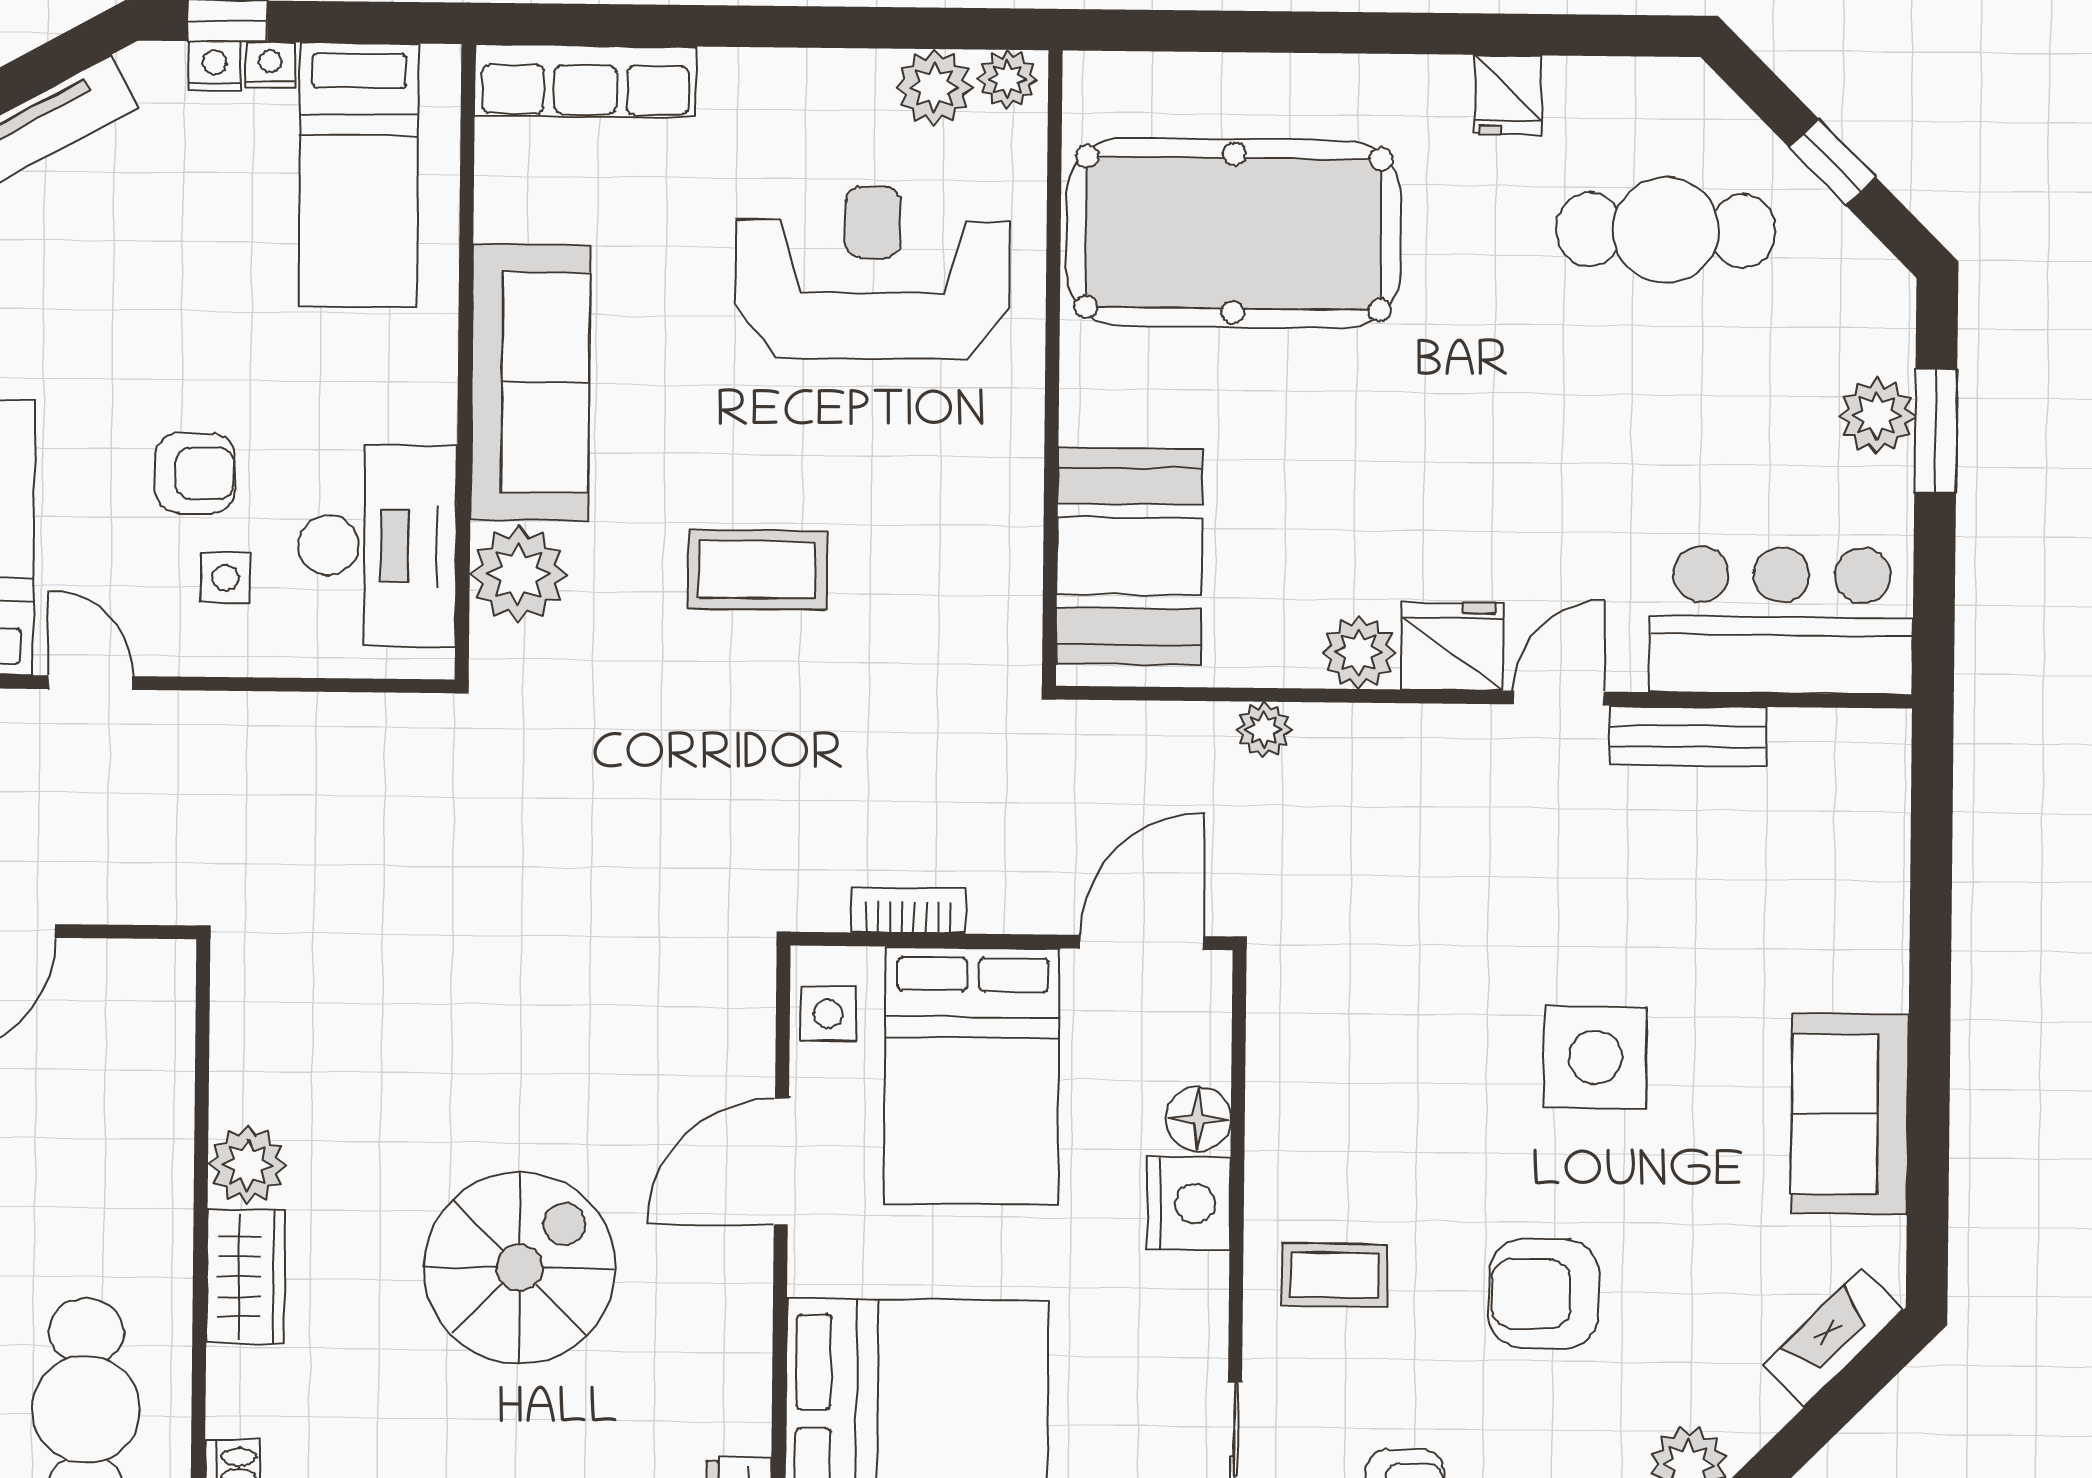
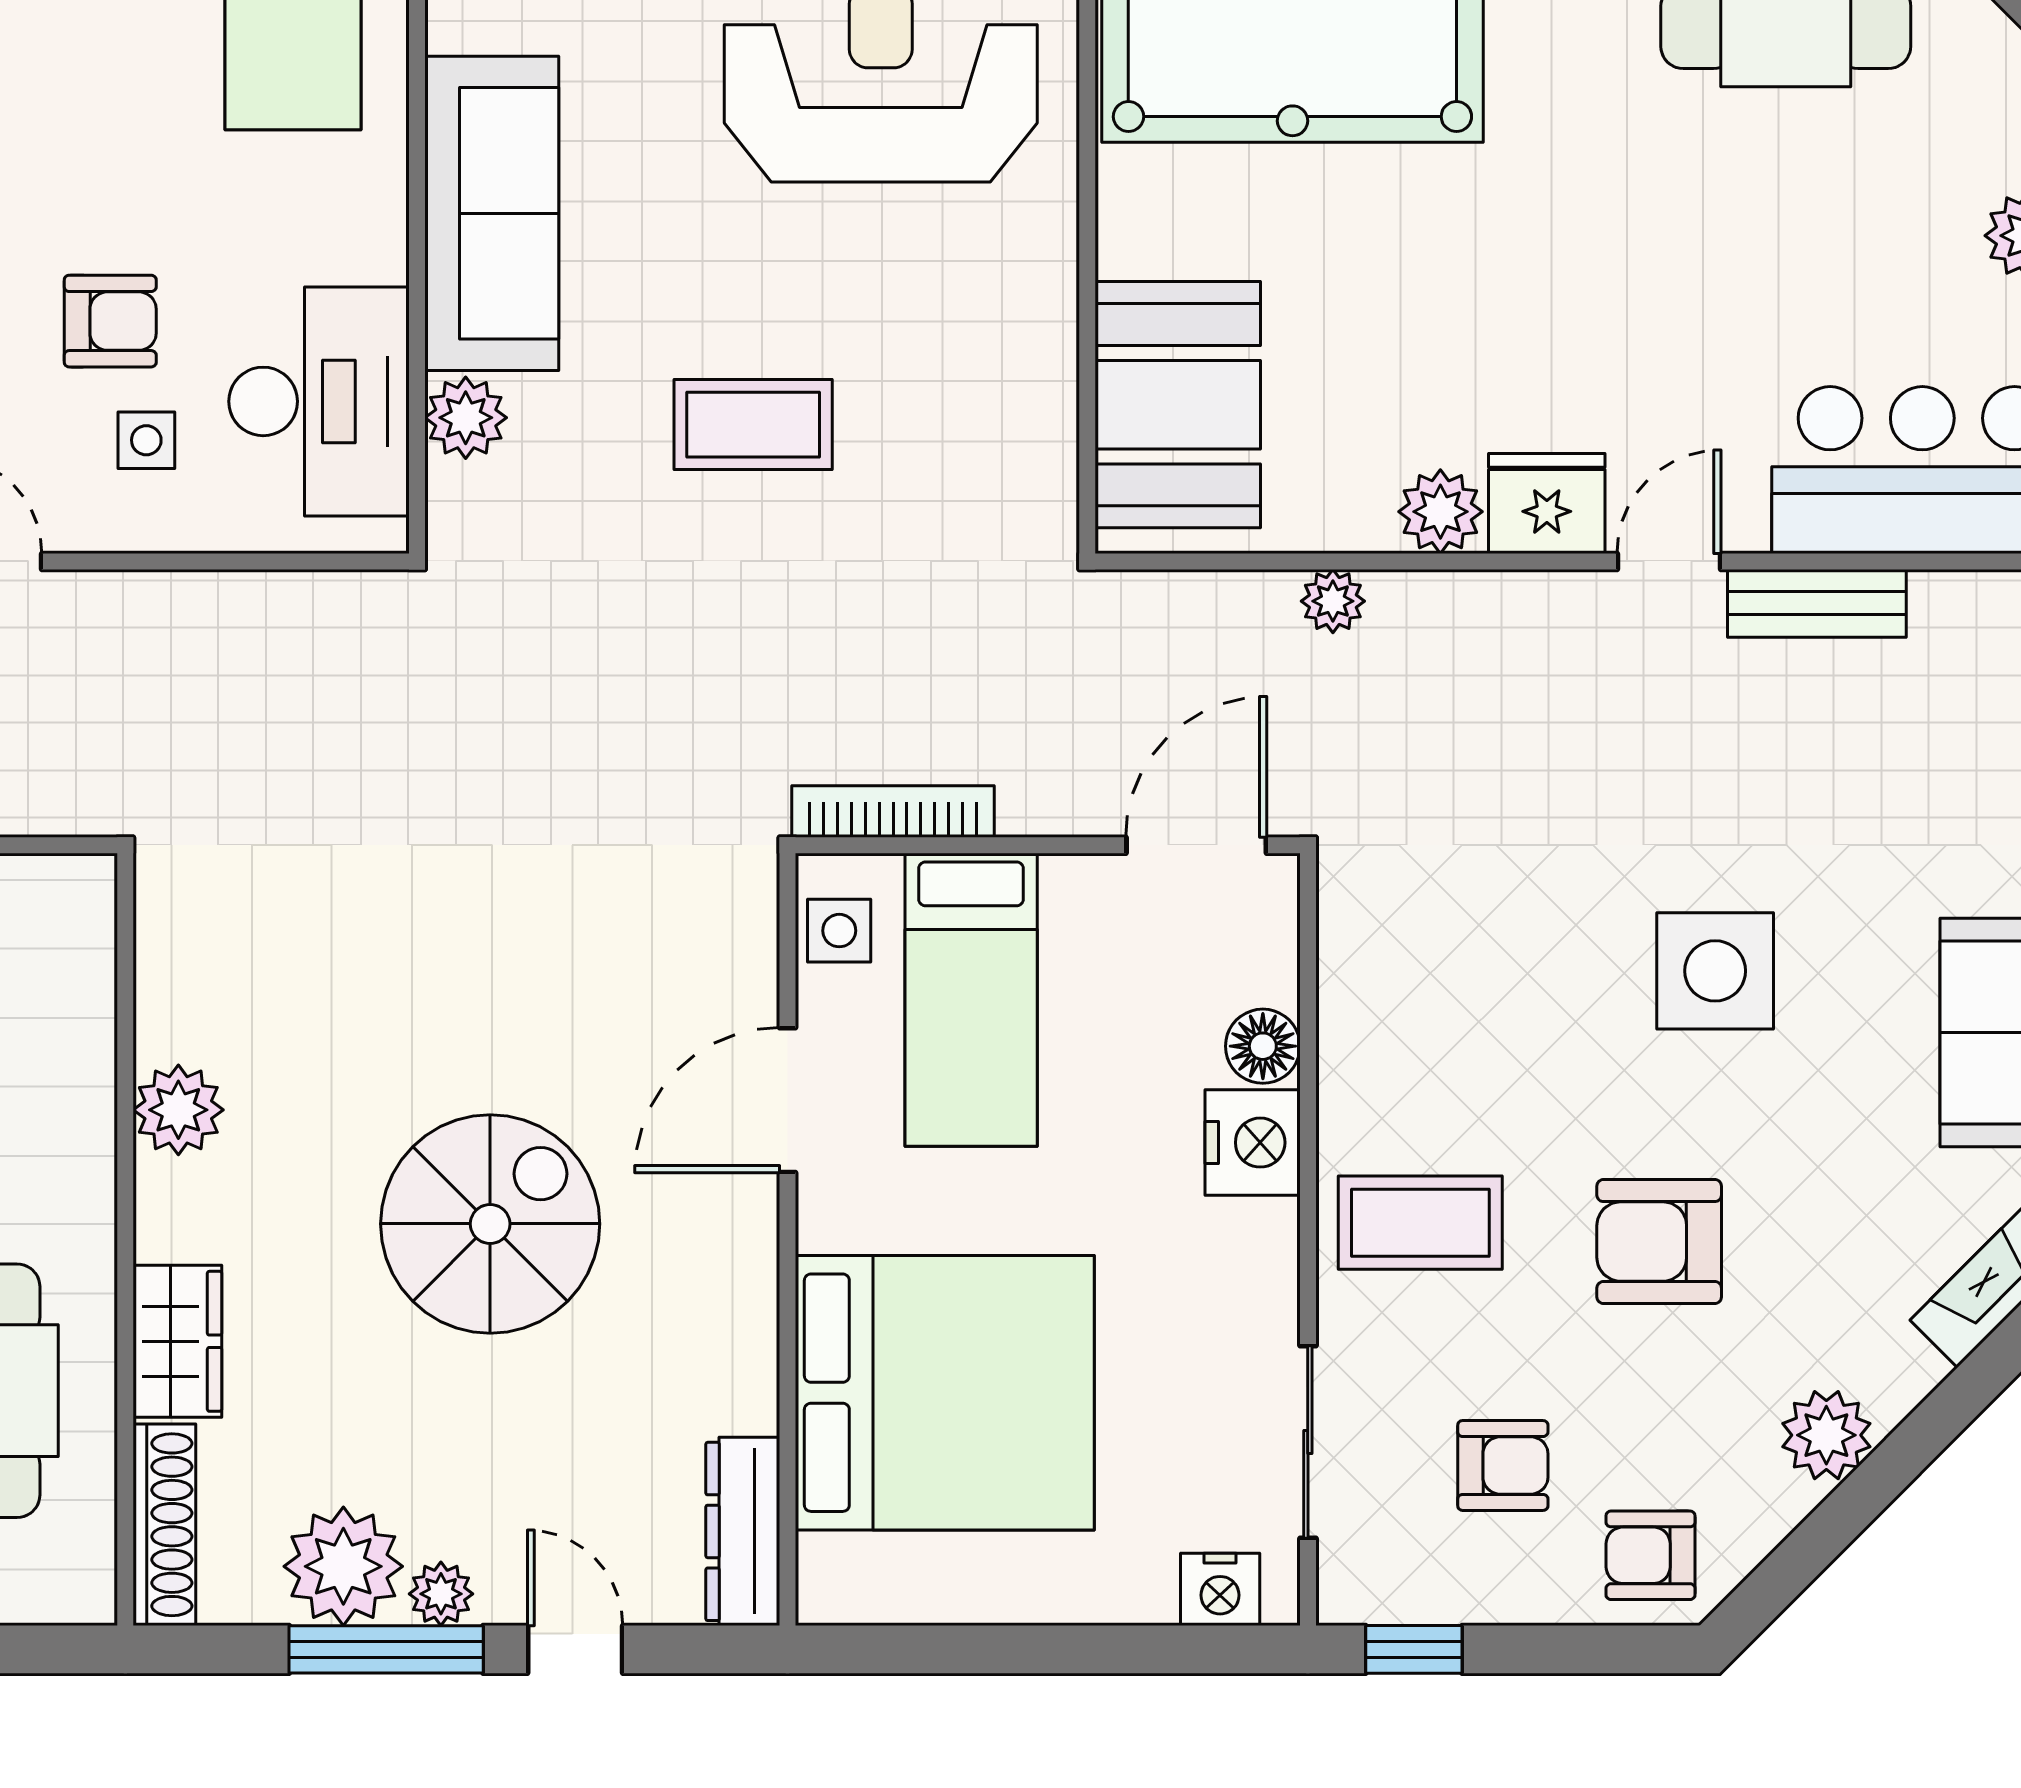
plant: (519, 574) -> (466, 418), width x0.73, depth x0.73
bookcase: (908, 910) -> (893, 811), width x1.56
bed: (972, 1076) -> (971, 1000), width x0.67
coffee table: (1335, 1275) -> (1420, 1223), width x1.36, depth x1.30
wardrobe: (246, 1277) -> (177, 1341), moved

